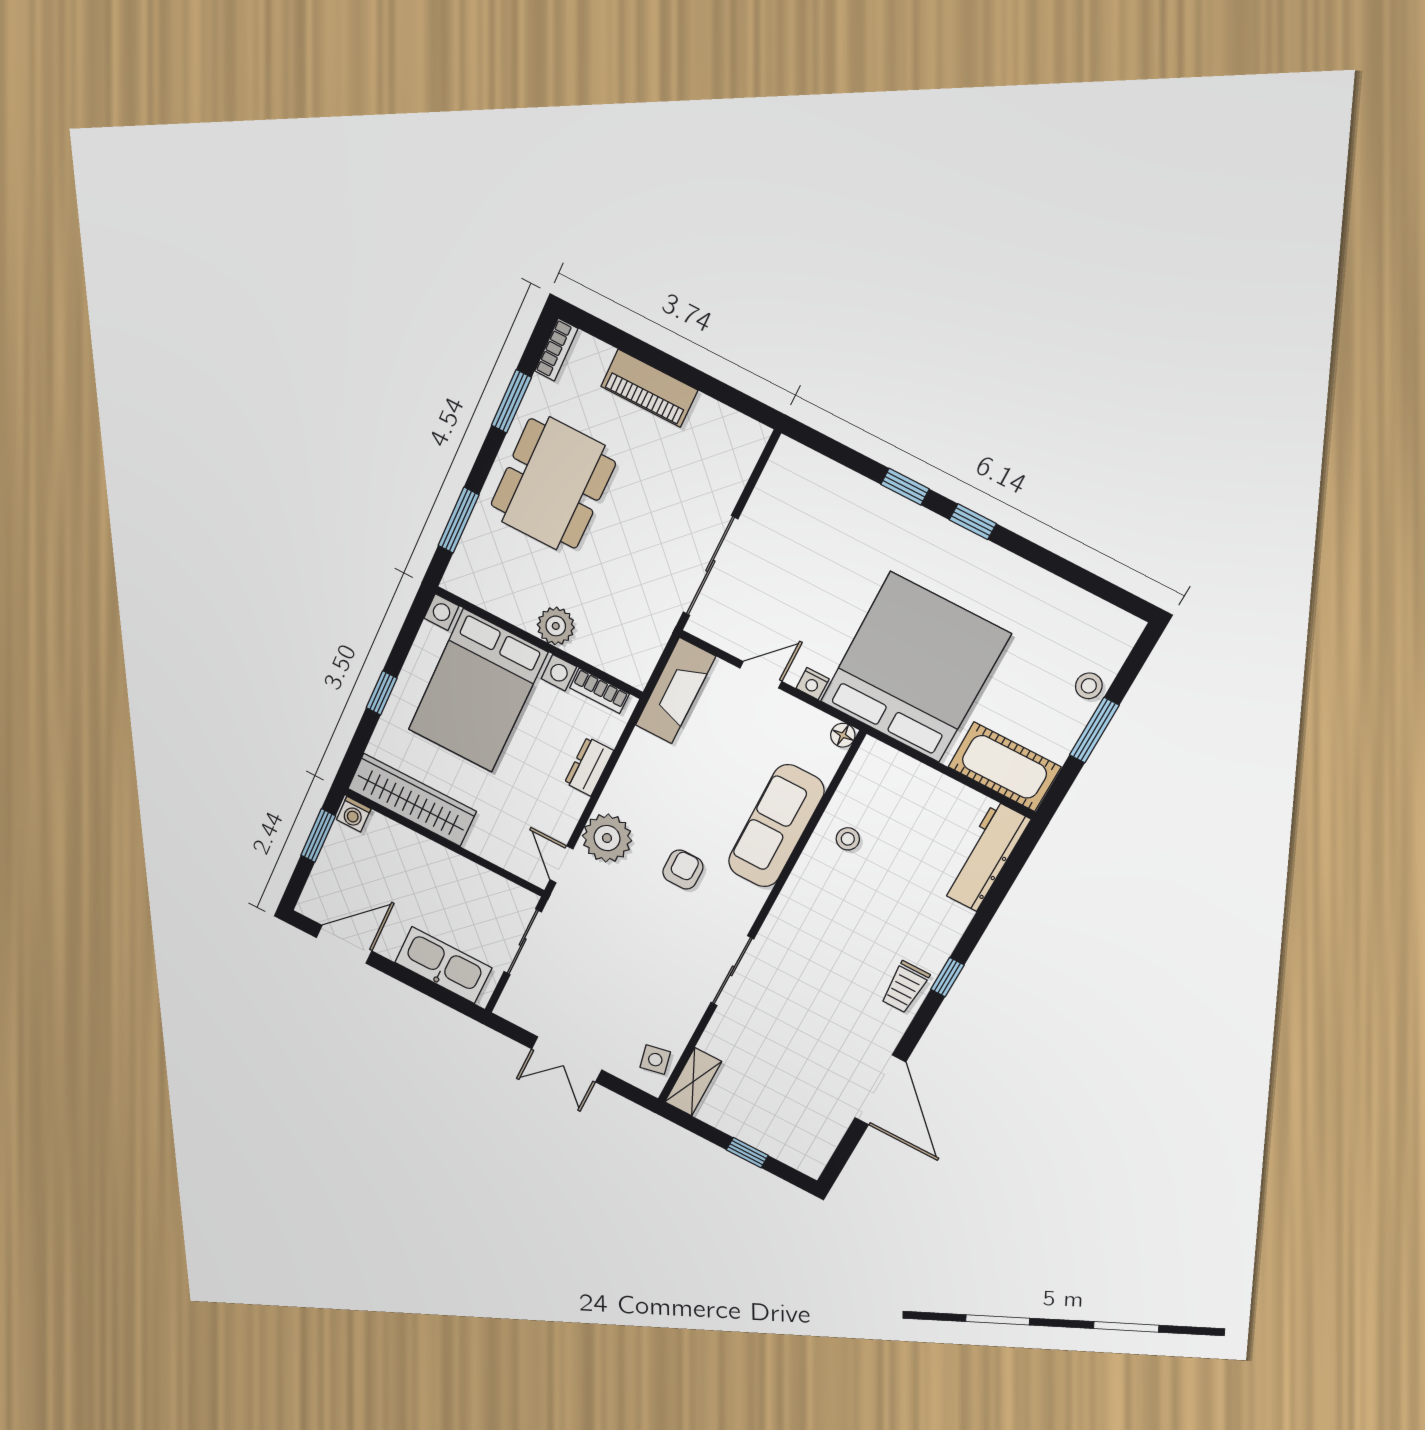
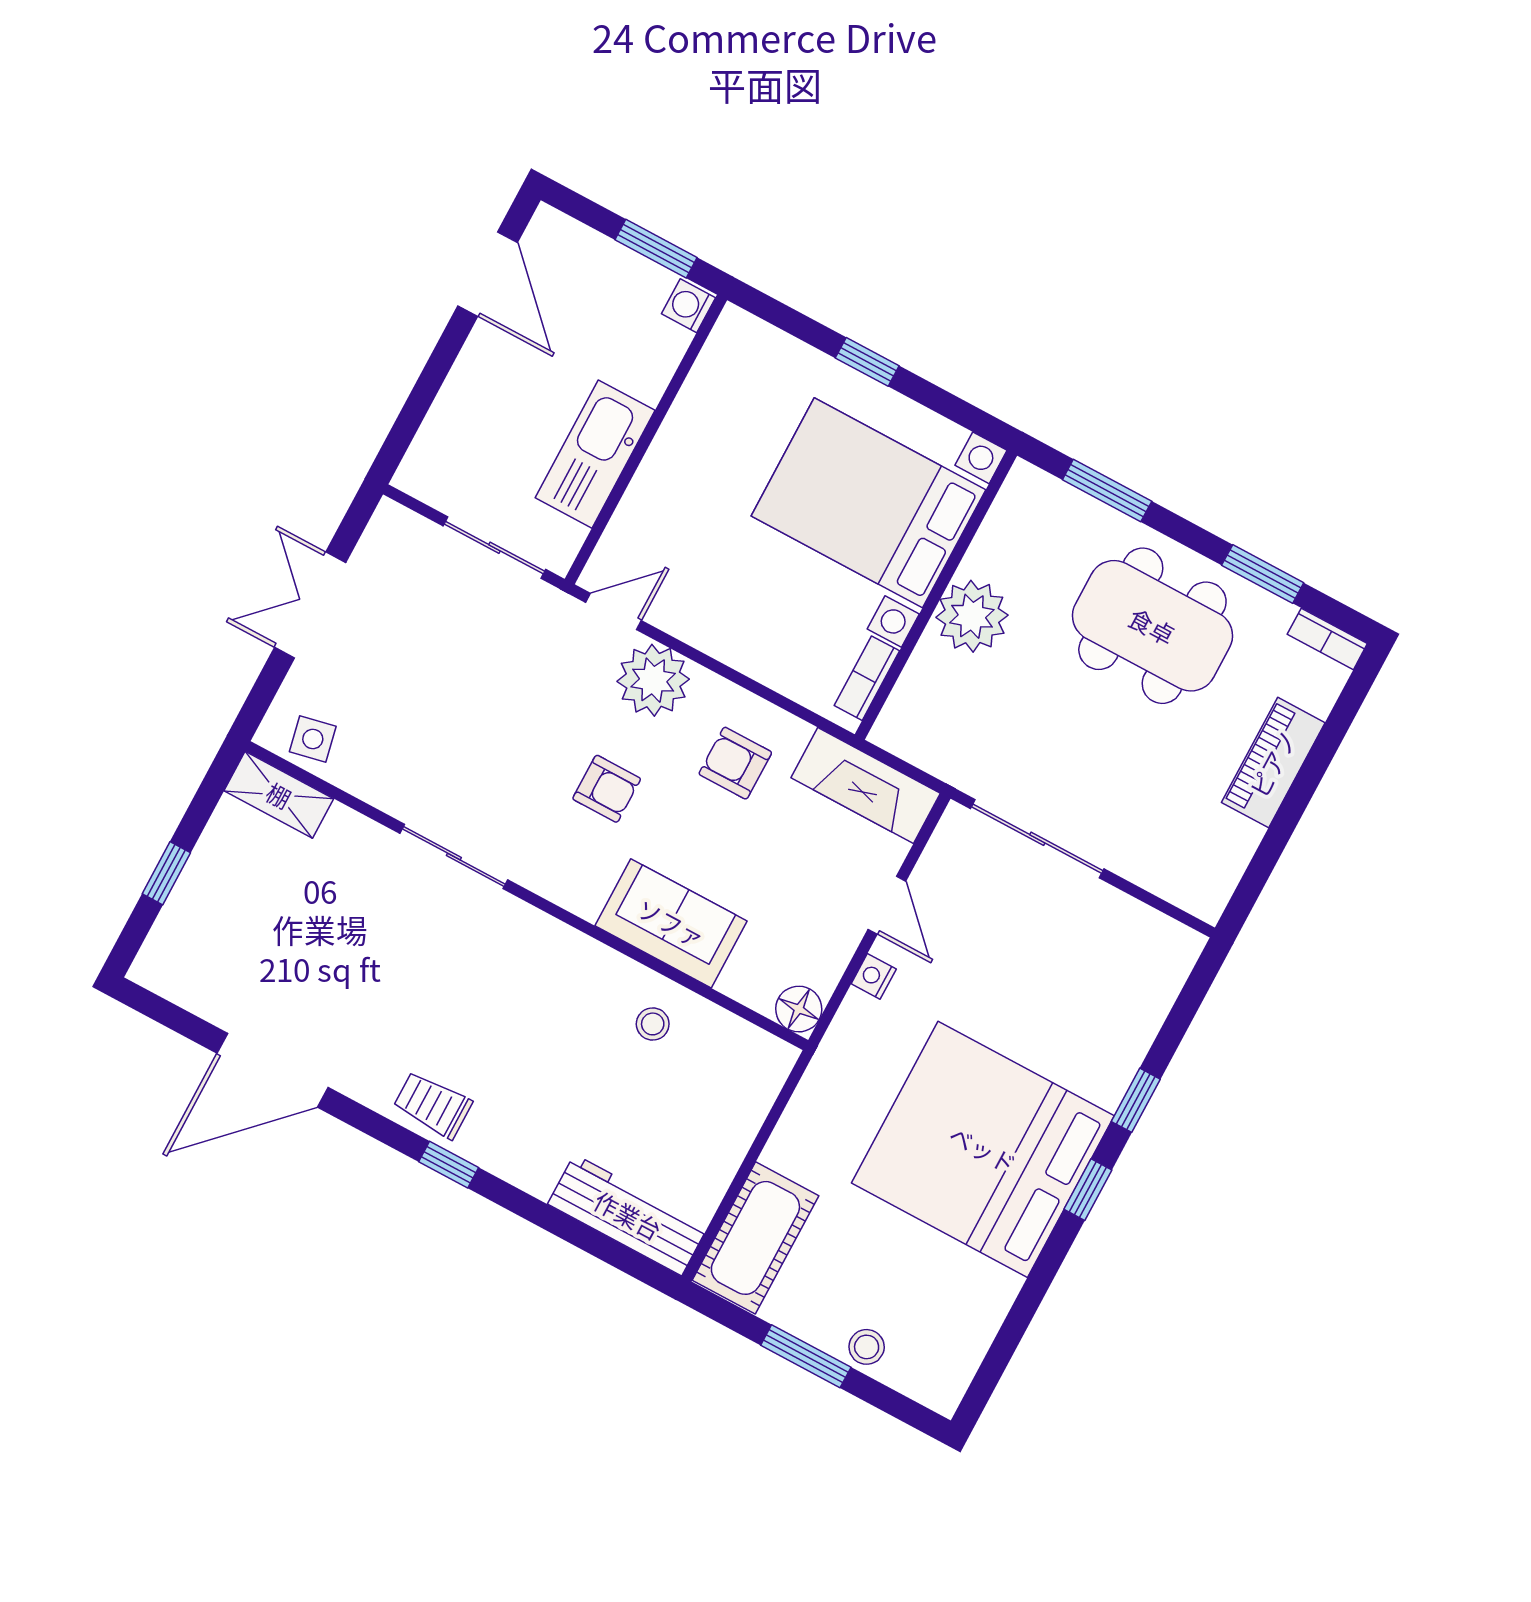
plant: (556, 626) -> (972, 616), width x1.36, depth x1.36
bed: (915, 668) -> (983, 1149), moved, turned 180
floor lamp: (843, 735) -> (799, 1009), width x1.37, depth x1.37
dresser: (589, 767) -> (758, 658), removed
armchair: (662, 782) -> (735, 763), added
wardrobe: (412, 800) -> (710, 395), removed
sofa: (776, 826) -> (671, 923), width x0.73
kitchen sink: (443, 965) -> (595, 454), moved, turned 180

